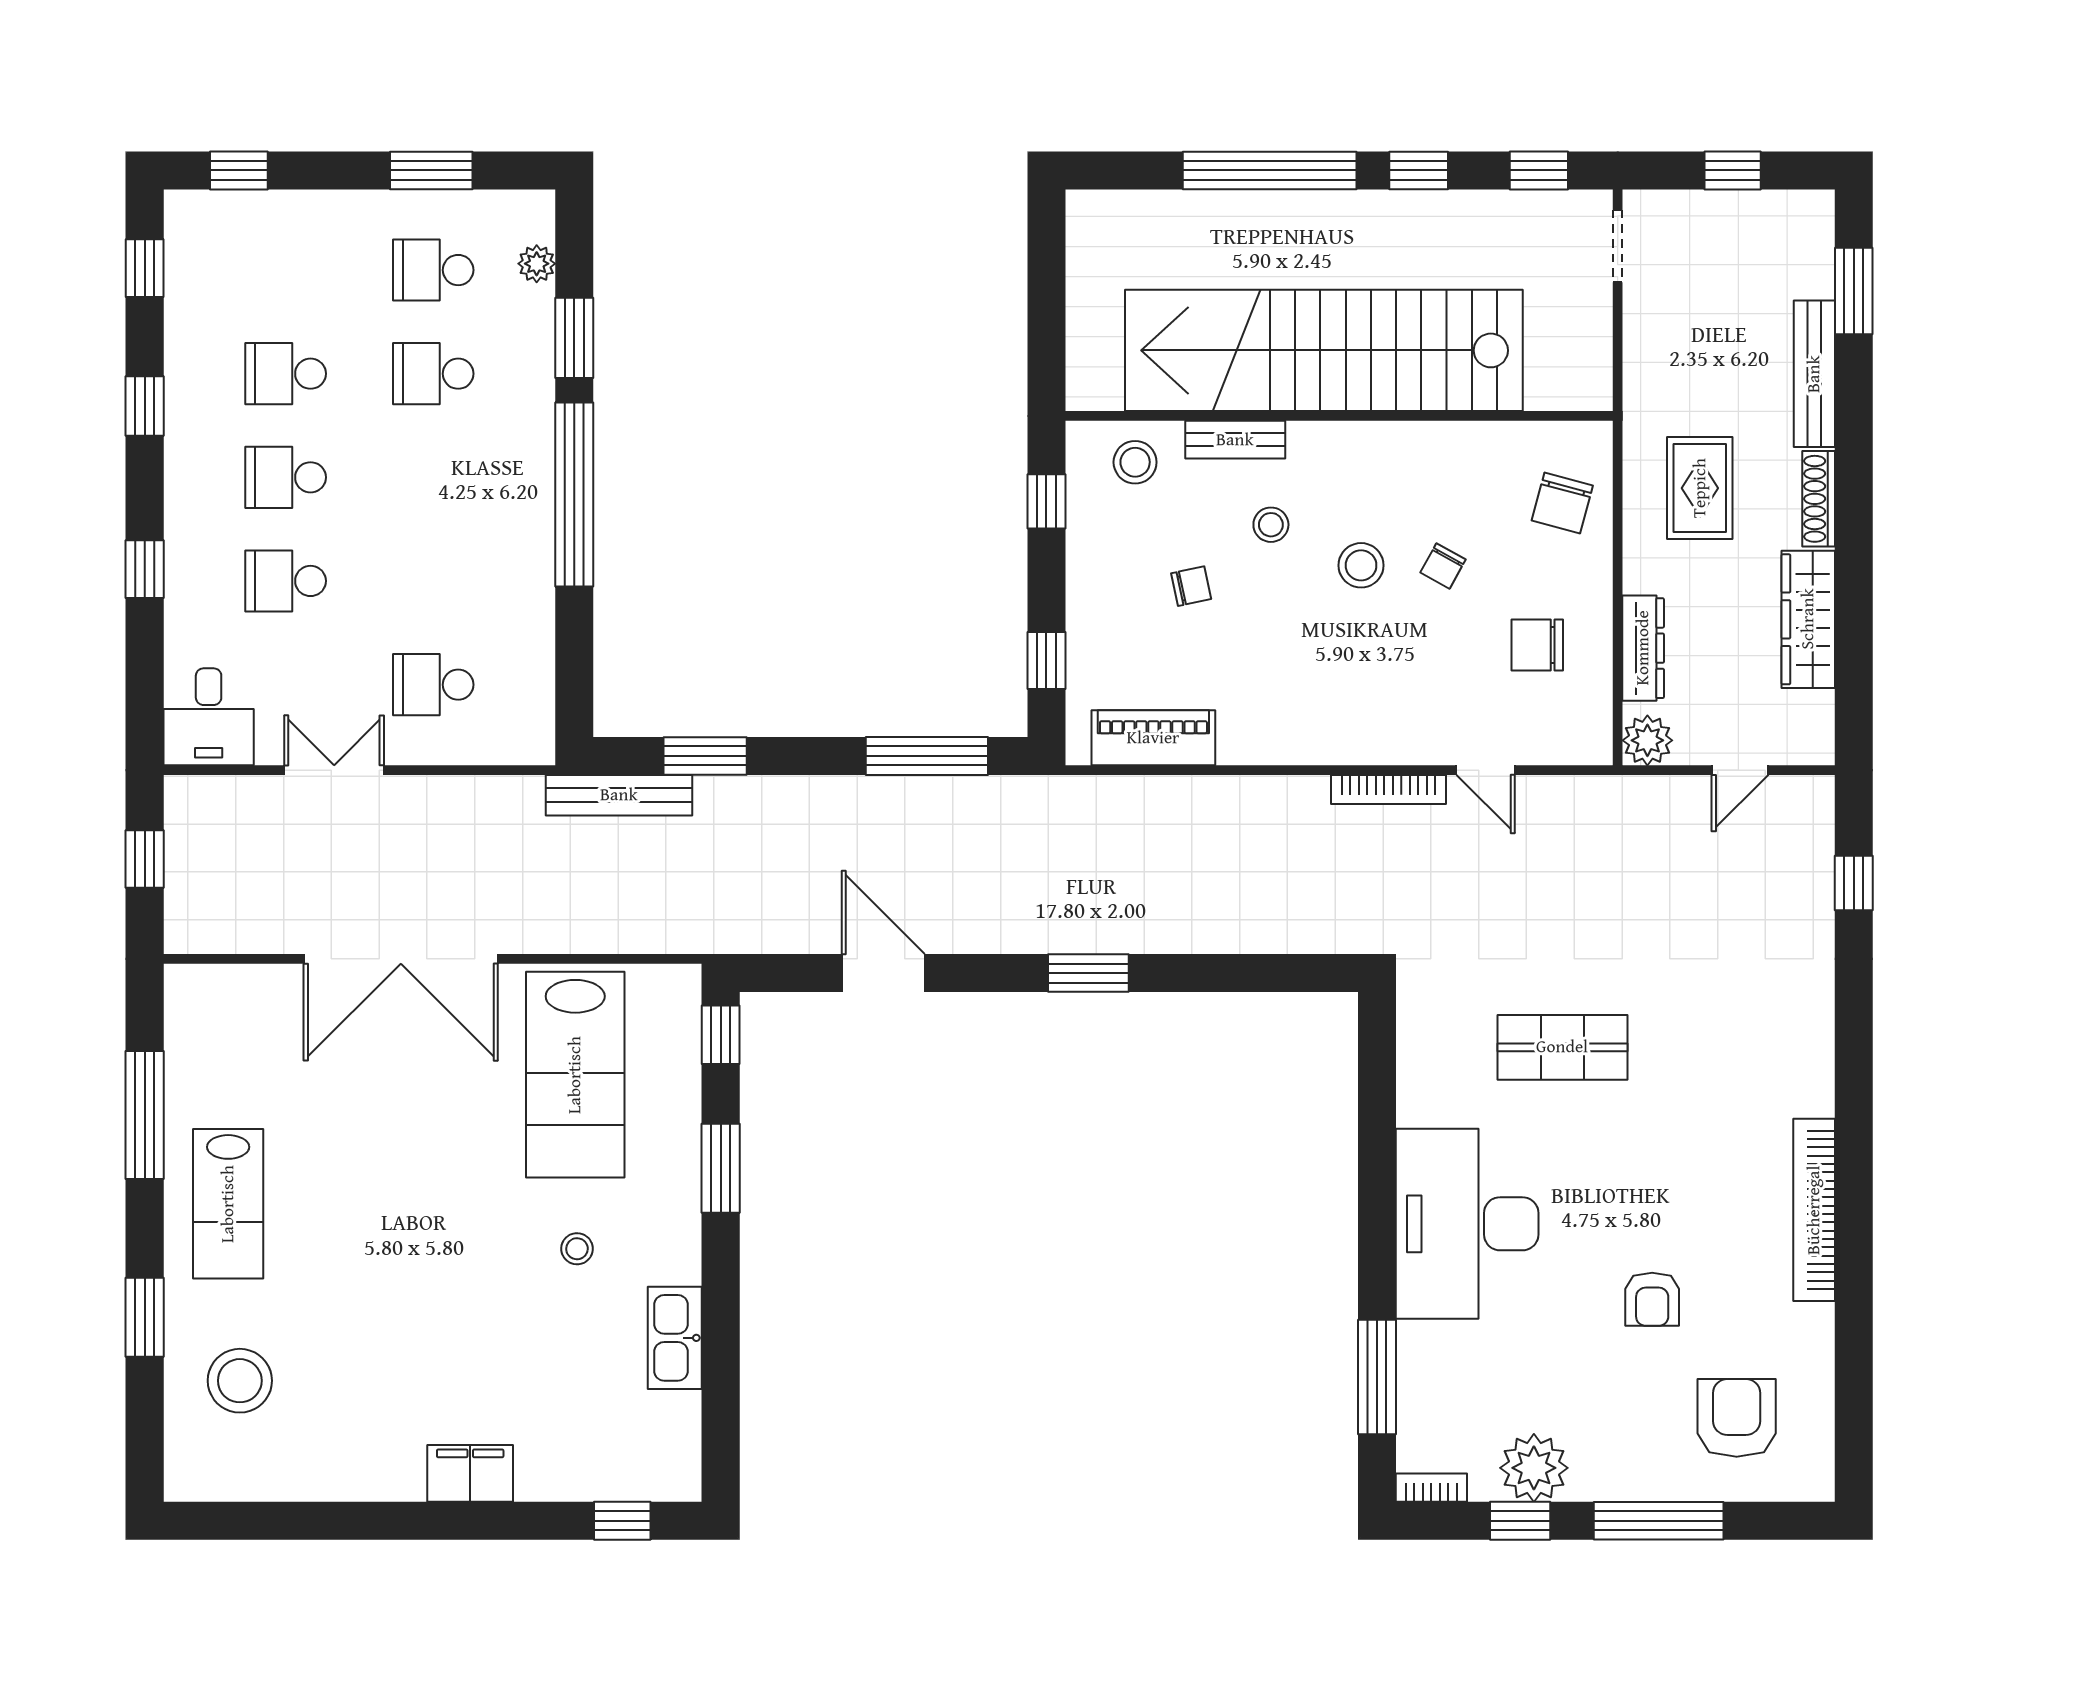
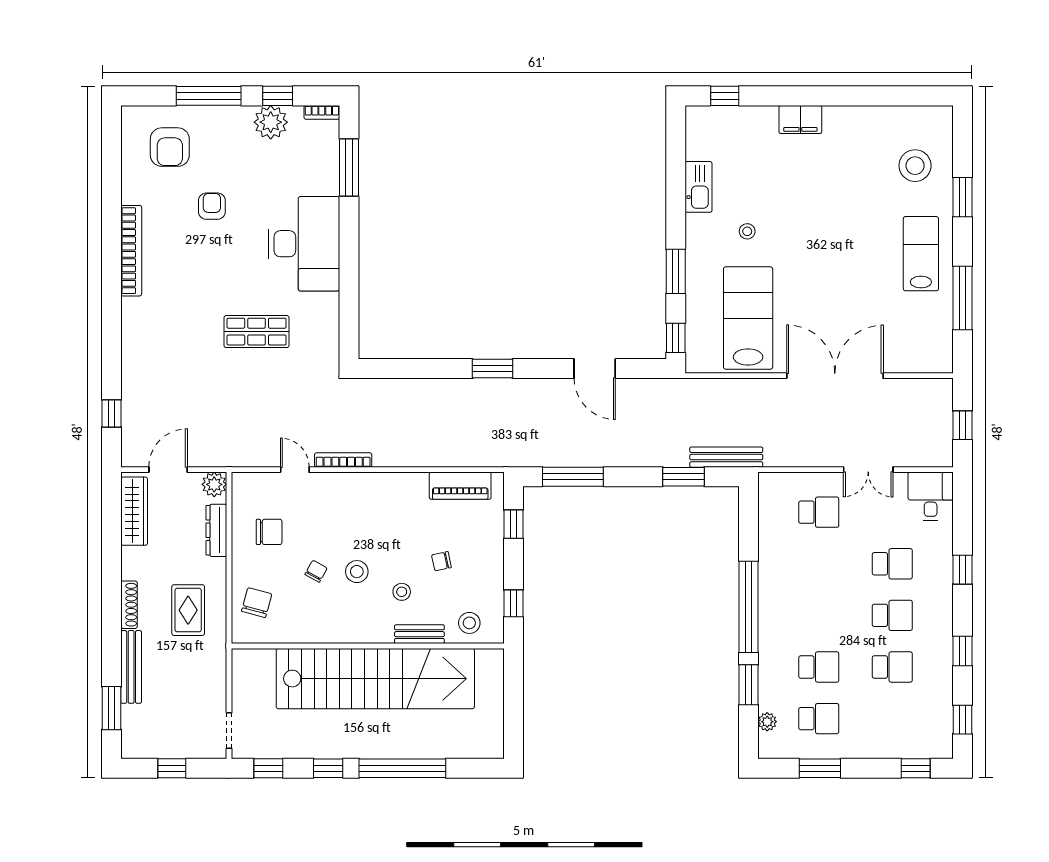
wardrobe: (1808, 619) -> (134, 511), moved
door: (1740, 770) -> (168, 470), width x1.38

